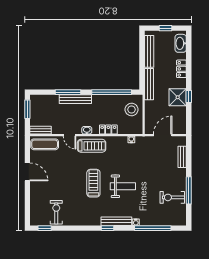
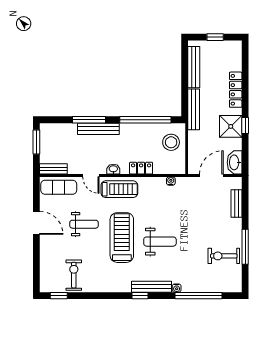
washbasin: (181, 43) -> (235, 162), moved
locker: (181, 69) -> (236, 90), width x1.53
weight bench: (64, 173) -> (84, 224), added
treadmill: (93, 183) -> (122, 238), width x1.37, depth x1.38

